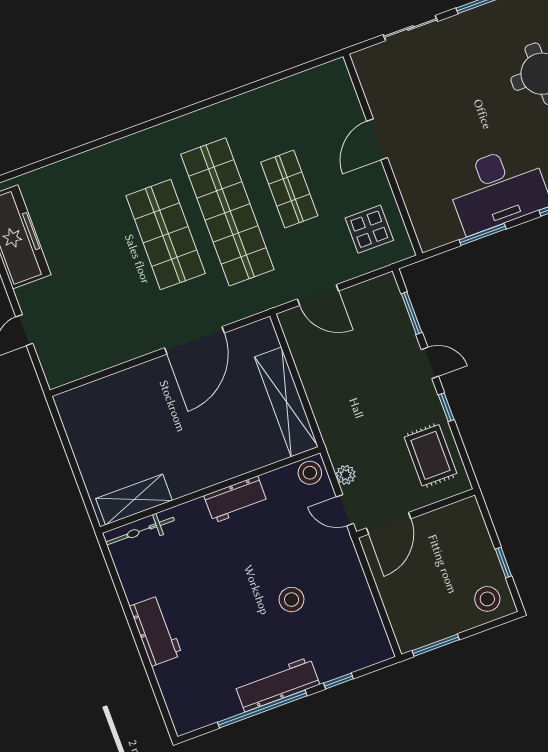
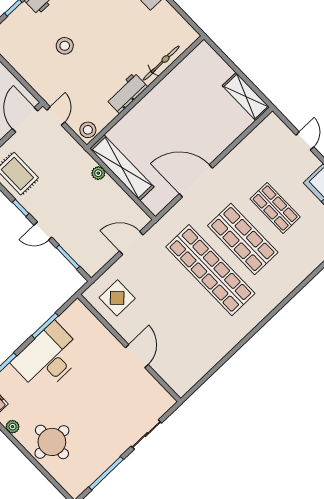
shop shelf: (289, 189) -> (275, 208), moved
door: (194, 340) -> (196, 181), hinge flipped
plant: (346, 475) -> (98, 173), moved
shelving: (134, 500) -> (246, 97), moved, turned 90
door: (345, 510) -> (56, 116), hinge flipped
bicycle: (140, 531) -> (161, 63), moved

